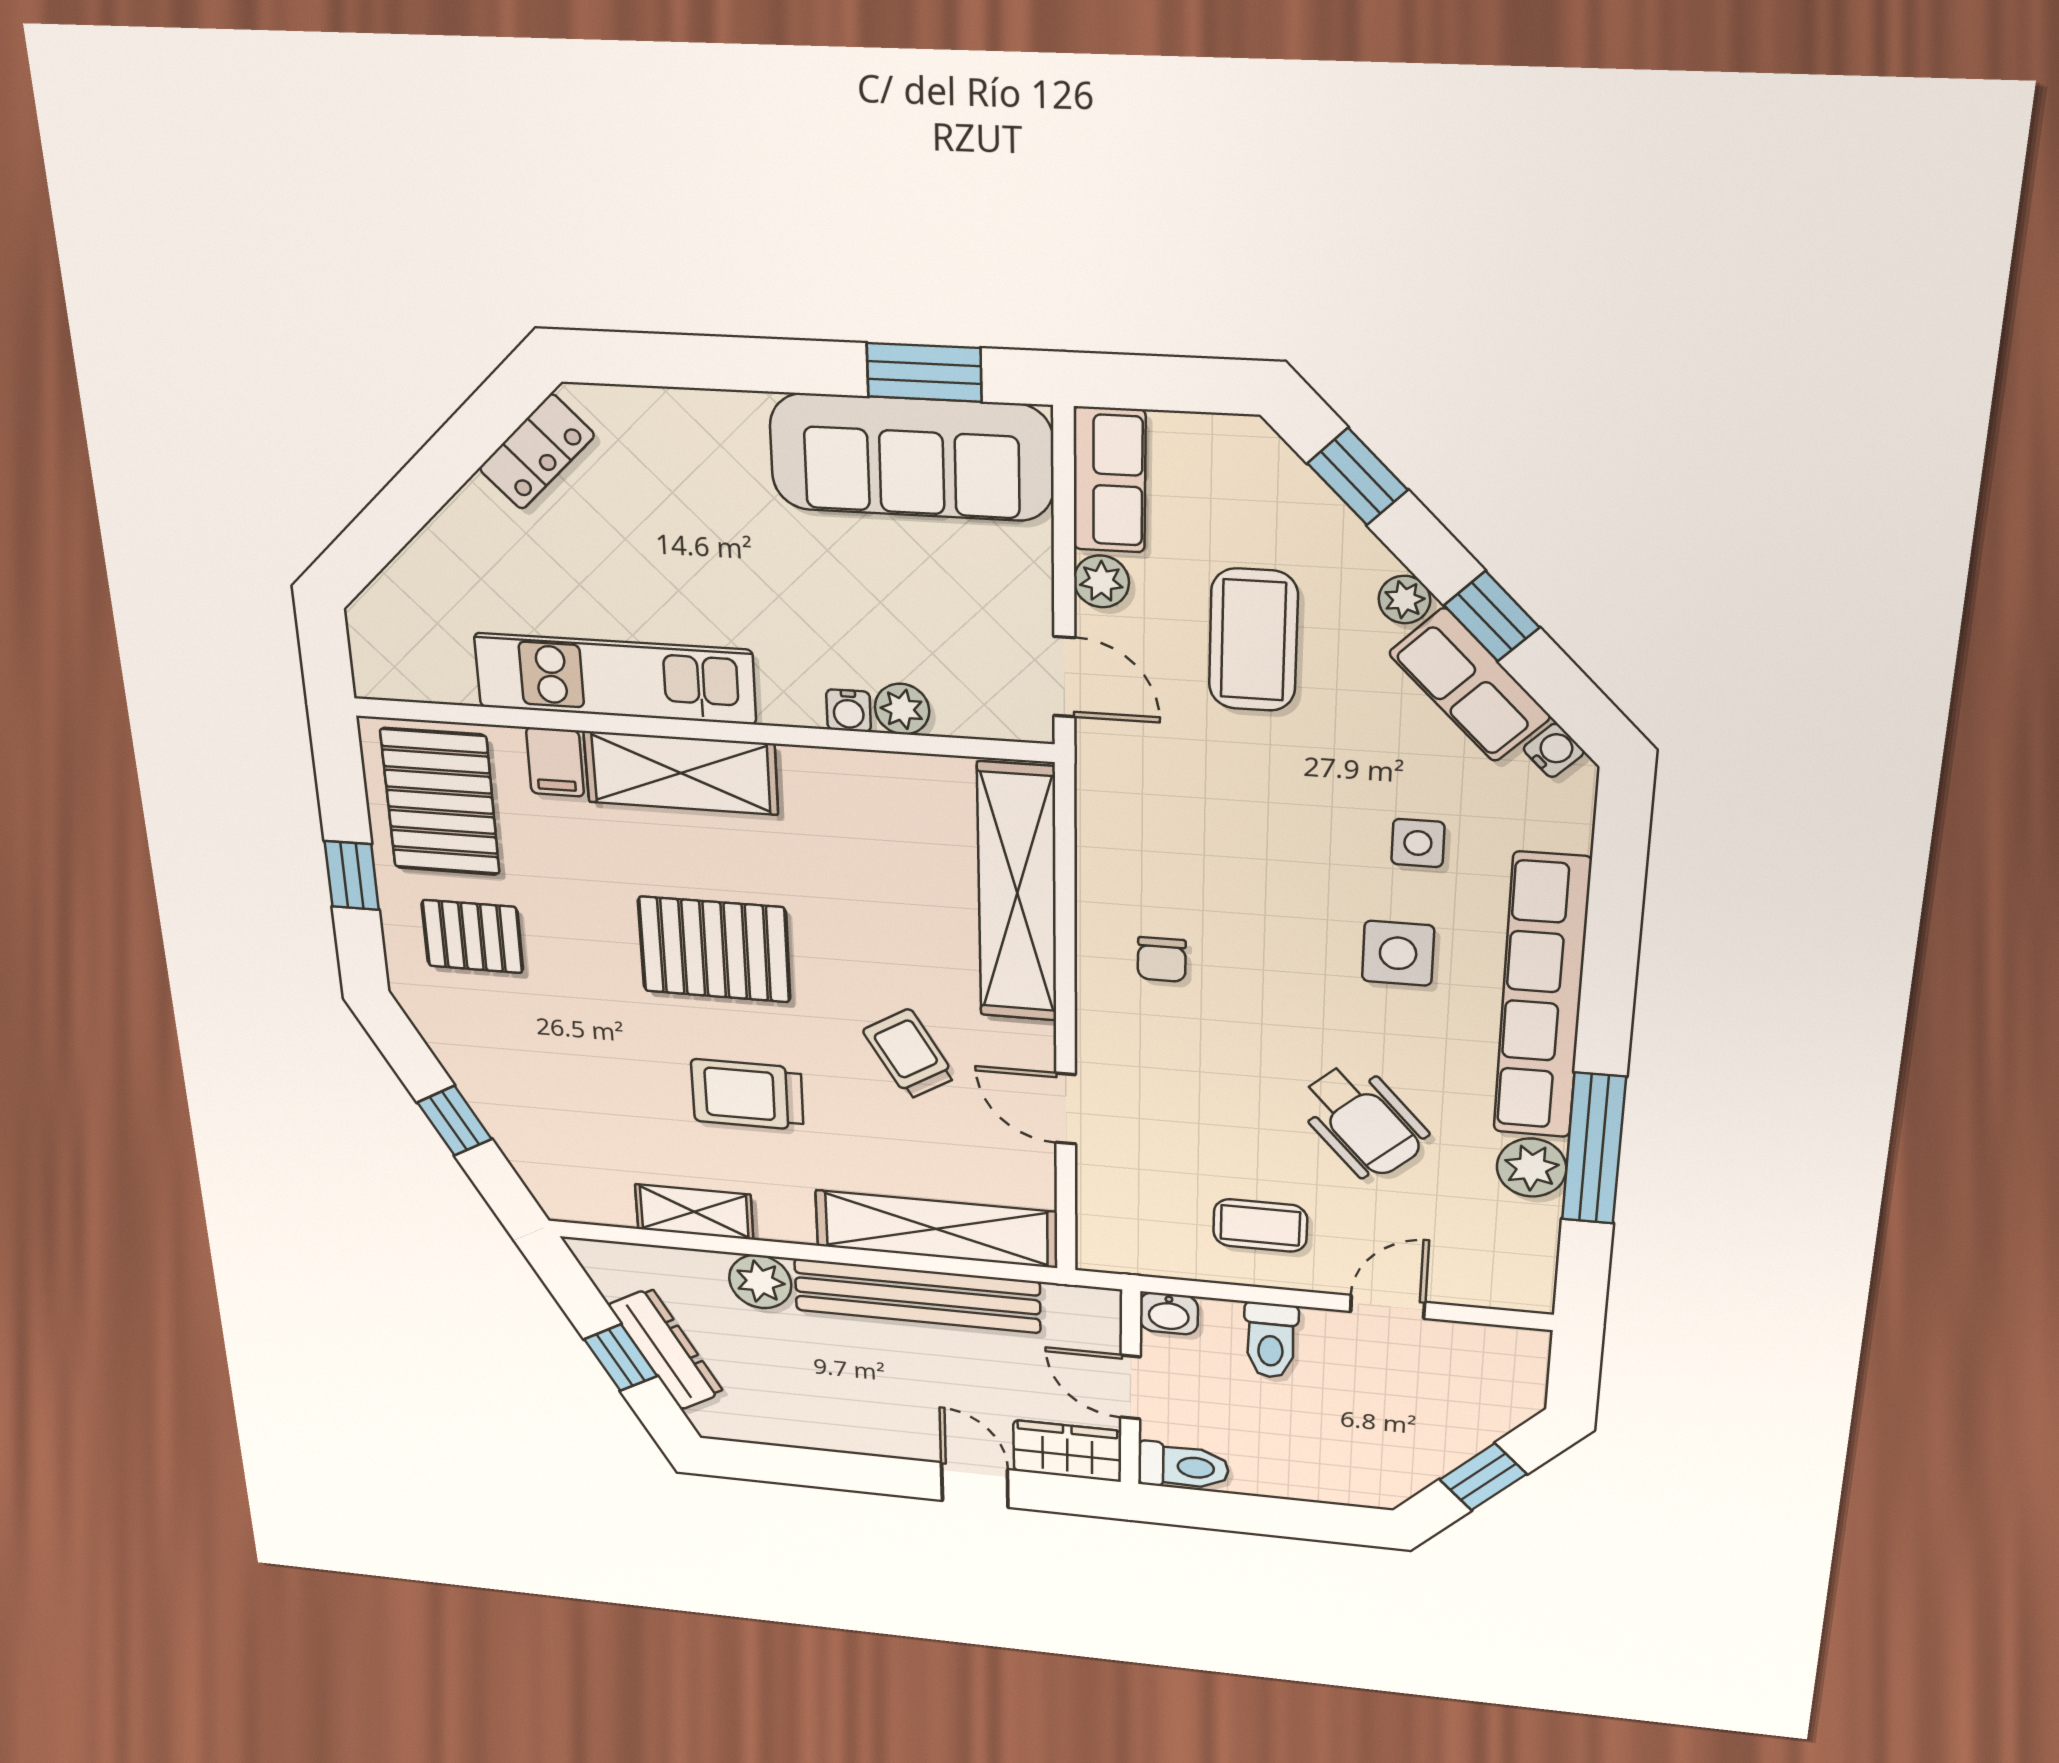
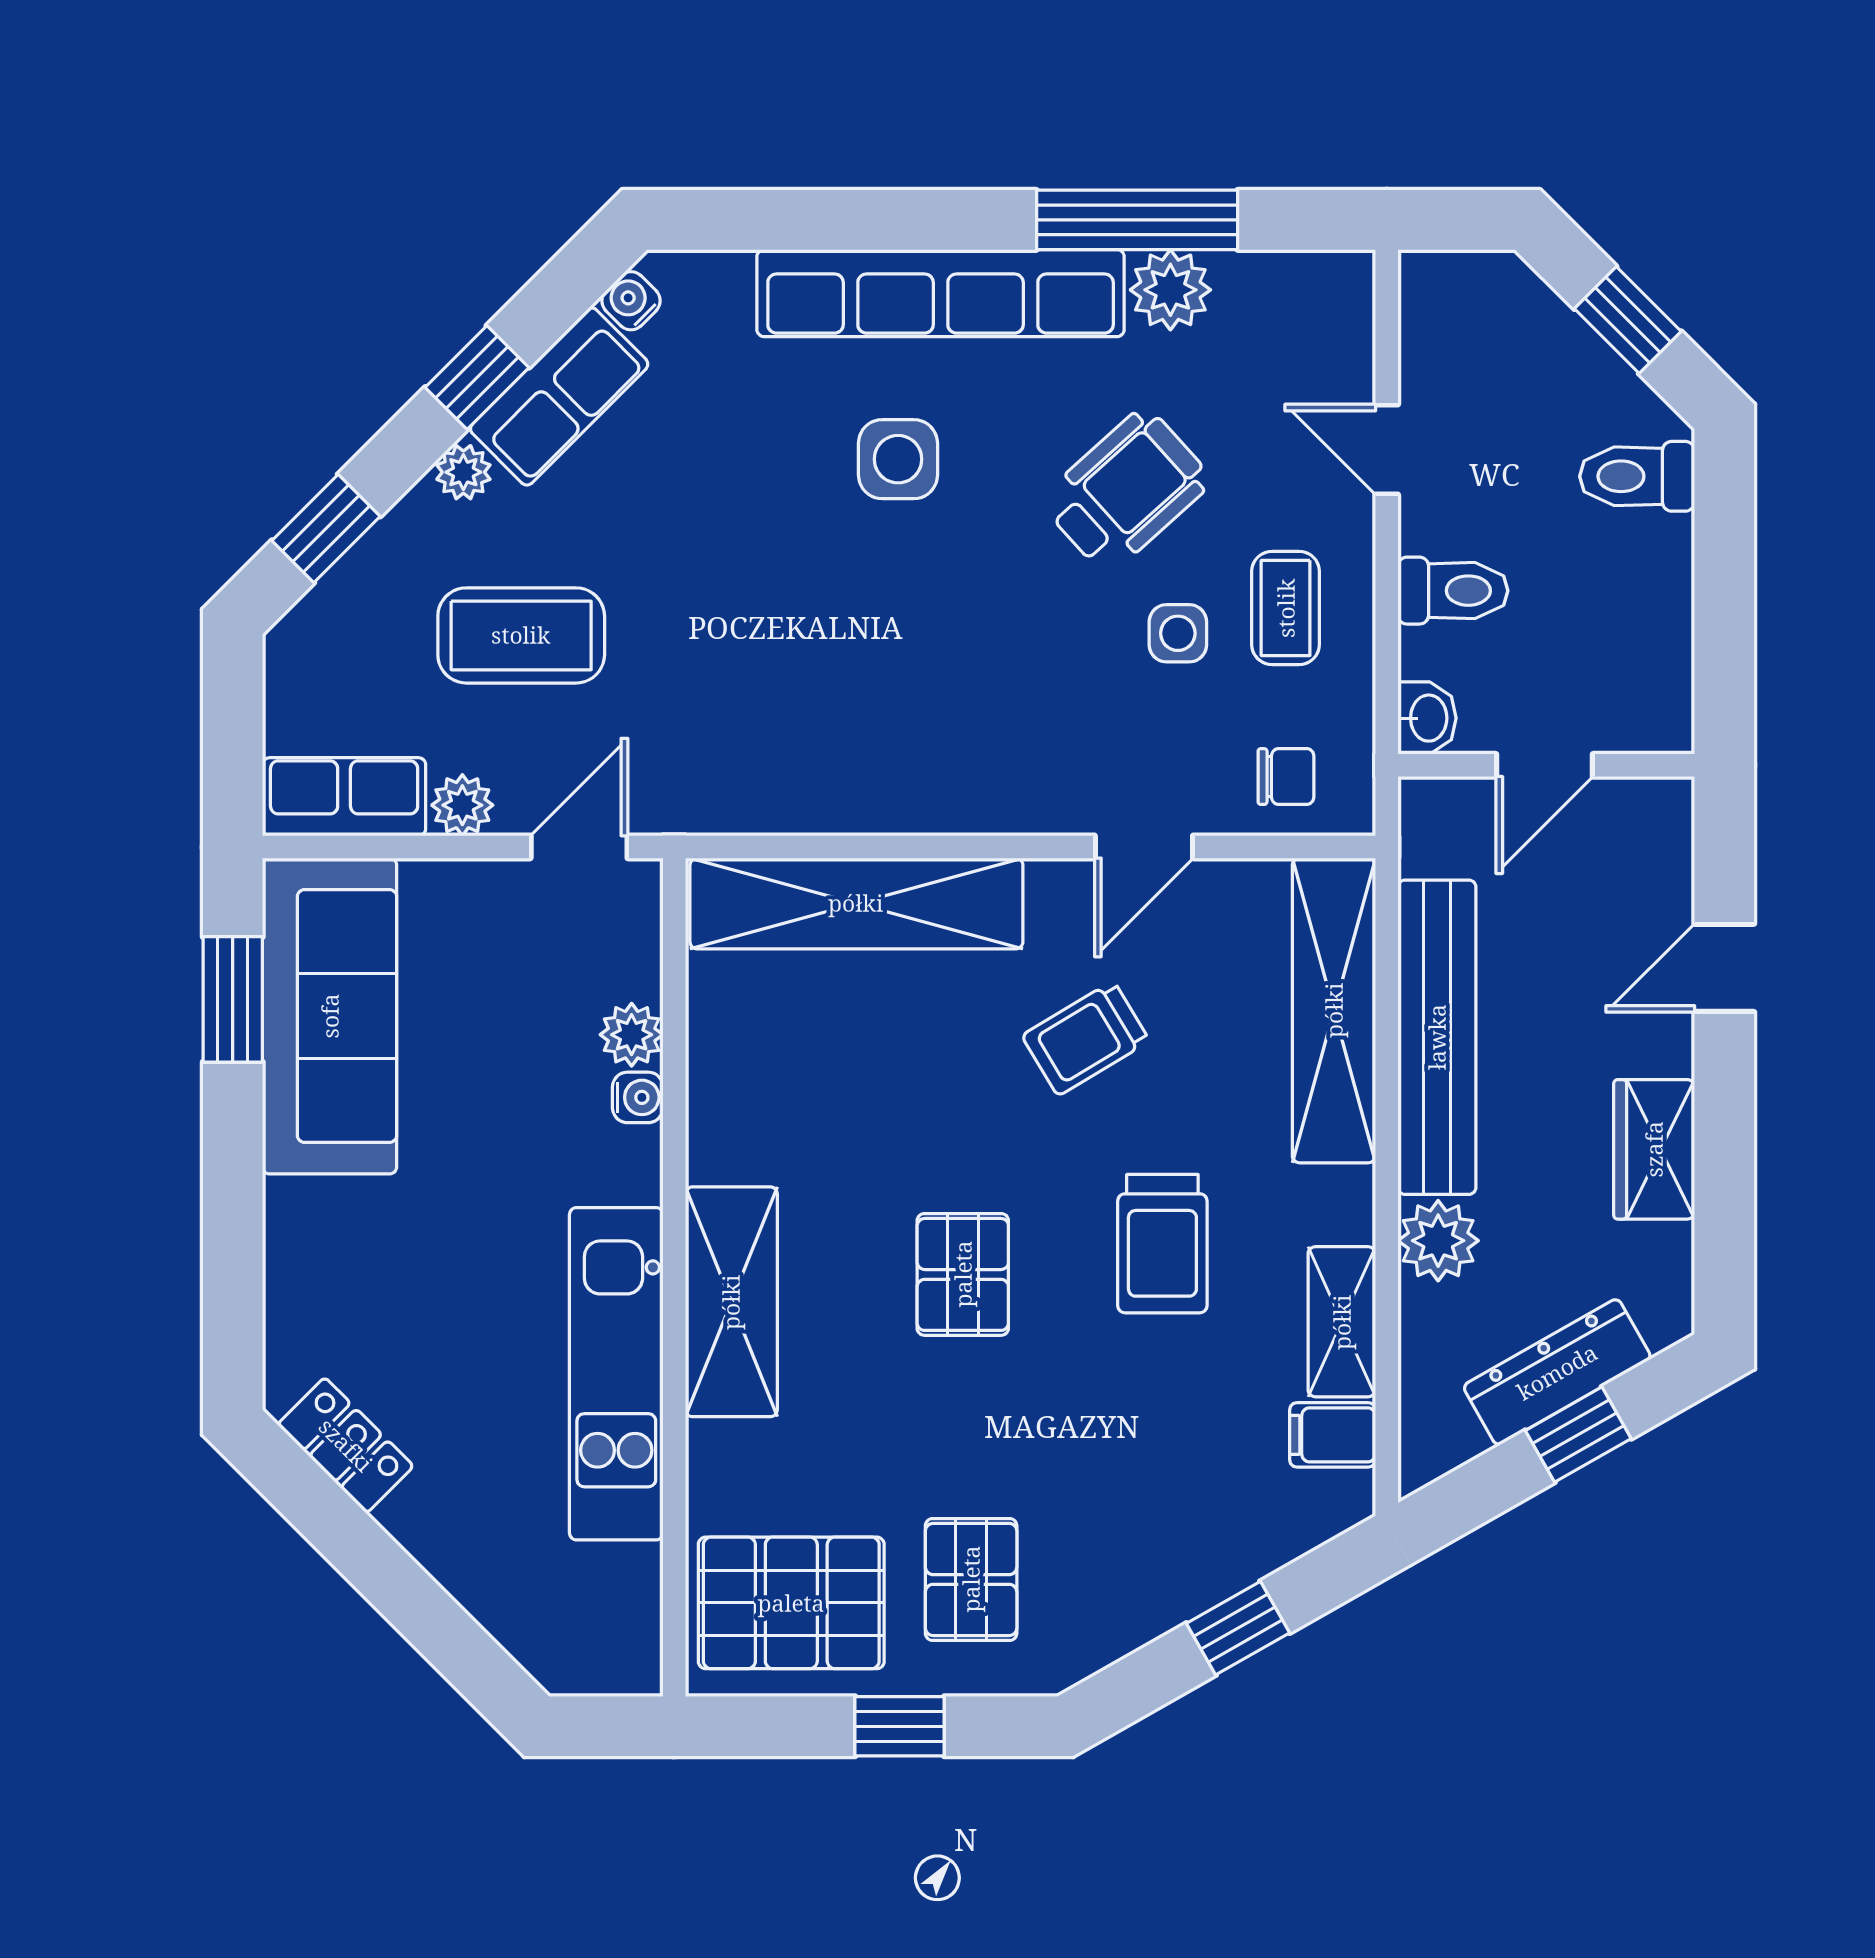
filing cabinet: (555, 762) -> (1333, 1435), moved, turned 180
side table: (1418, 843) -> (1178, 633), moved
pallet: (714, 949) -> (963, 1274), width x0.67, depth x0.71
chair: (1162, 959) -> (1286, 777), moved
wardrobe: (1067, 1451) -> (1654, 1149), moved
toilet: (1183, 1466) -> (1637, 476), moved, turned -90

